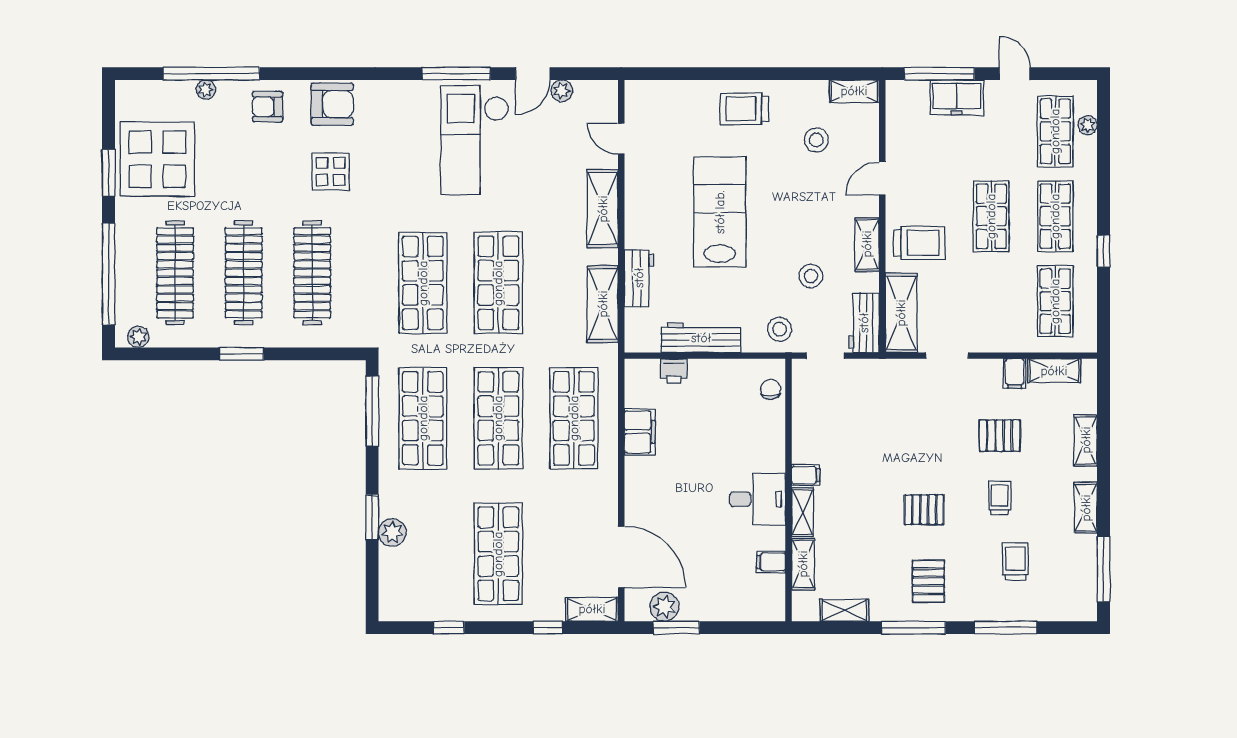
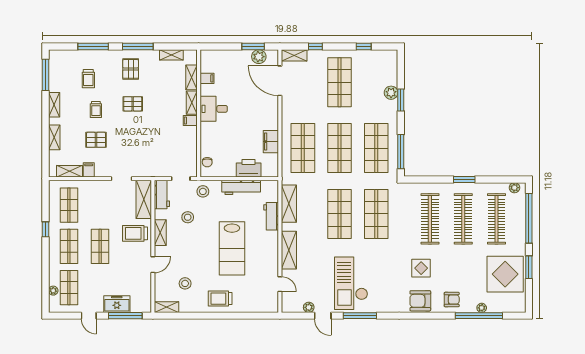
door: (533, 74) -> (323, 316), swing flipped
trolley: (744, 109) -> (220, 299), turned 180
checkout: (475, 140) -> (351, 283), turned 180
printer: (674, 371) -> (249, 168), width x1.87, depth x1.48

